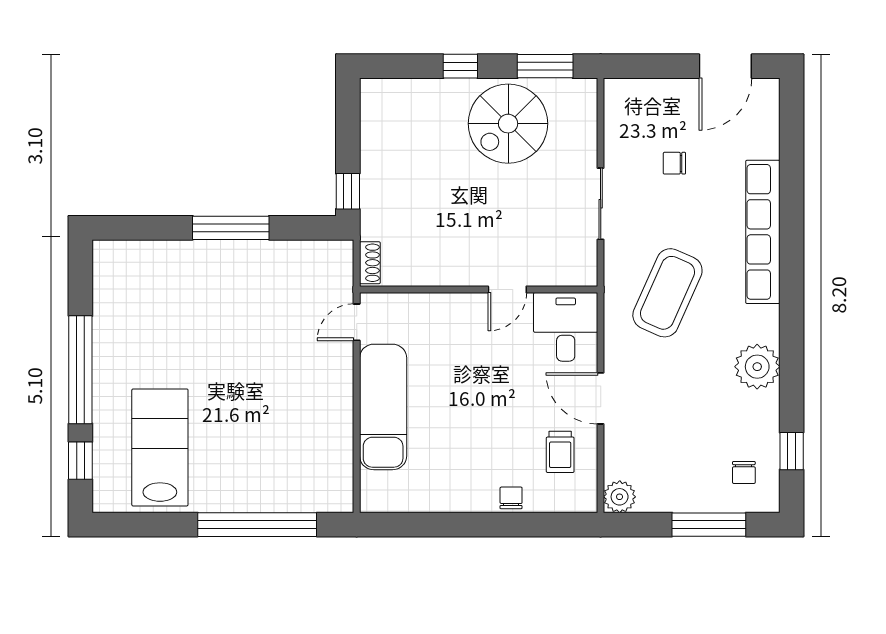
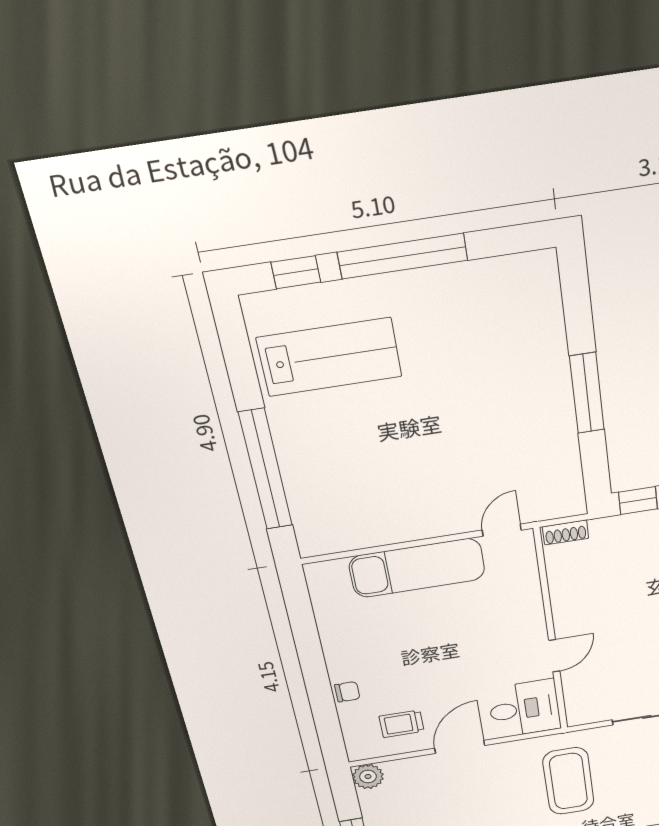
door: (507, 289) -> (554, 656), swing flipped
coffee table: (667, 293) -> (568, 781), turned 66
door: (357, 322) -> (502, 530), hinge flipped

